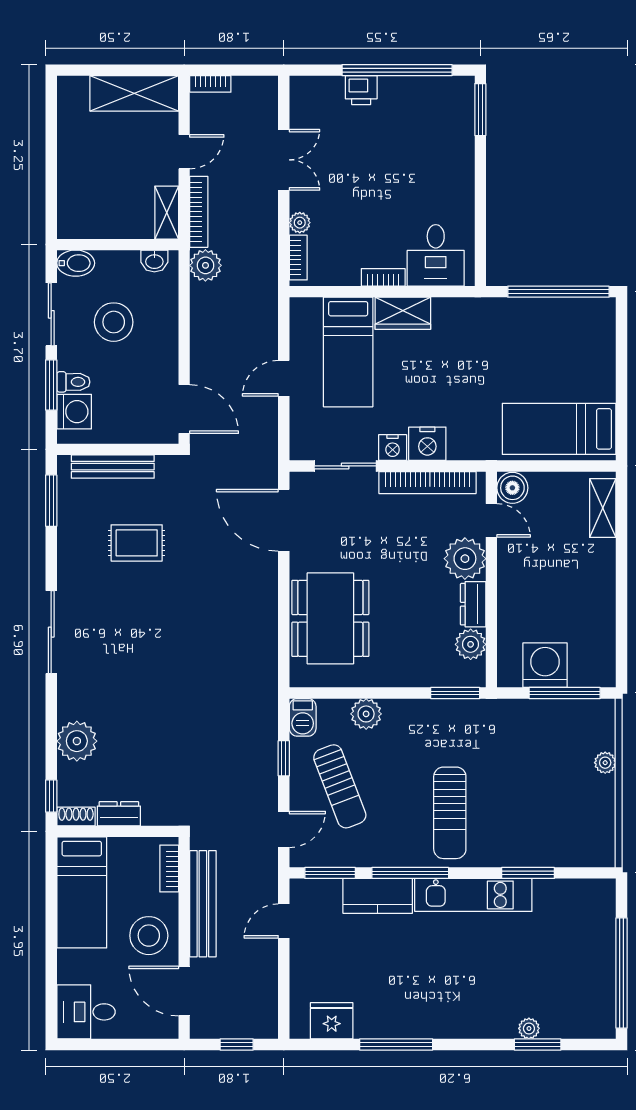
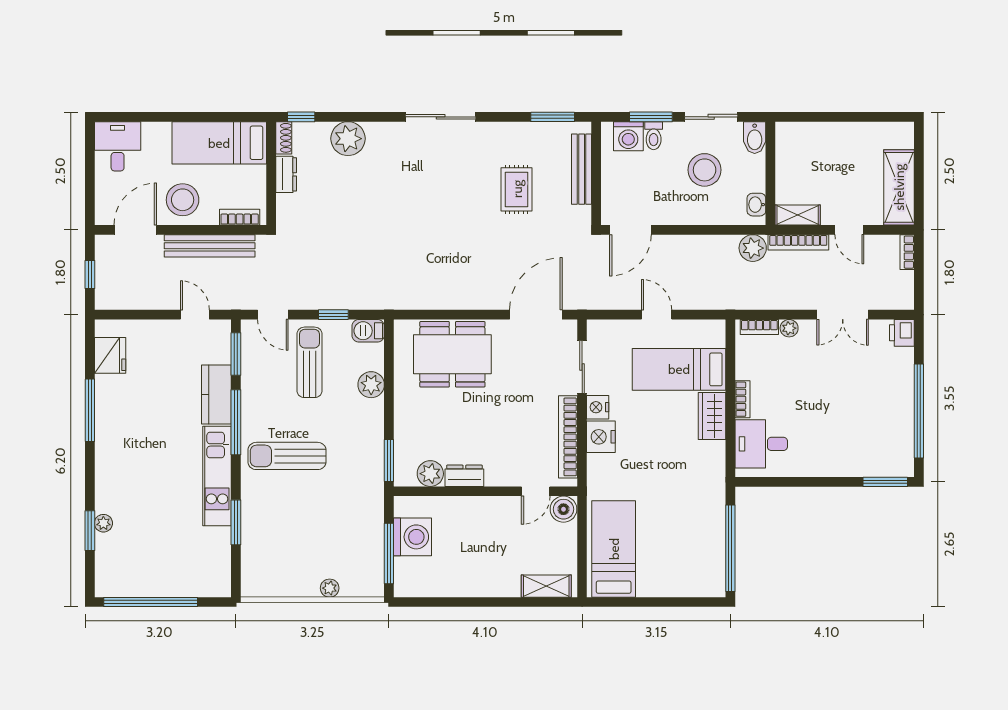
printer: (361, 90) -> (902, 333), moved
plant: (465, 559) -> (503, 469), removed
sun lounger: (340, 786) -> (309, 362), turned 111

